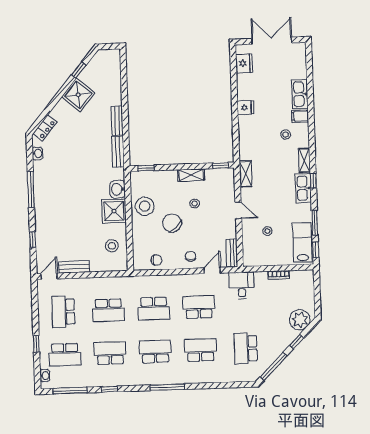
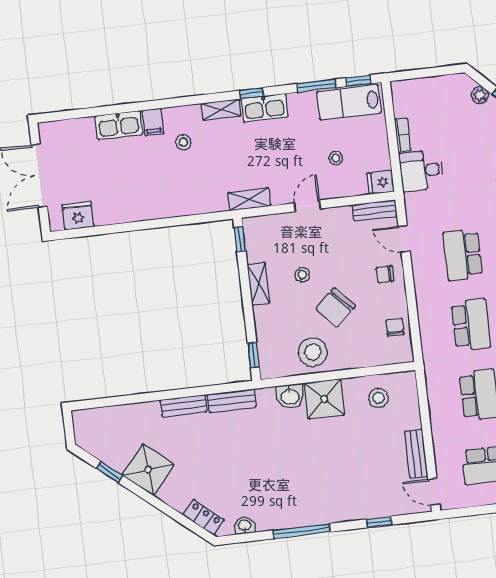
fridge: (246, 107) -> (381, 182), moved, turned -90
desk: (242, 285) -> (421, 171), moved
plant: (300, 320) -> (480, 95), width x0.53, depth x0.53

